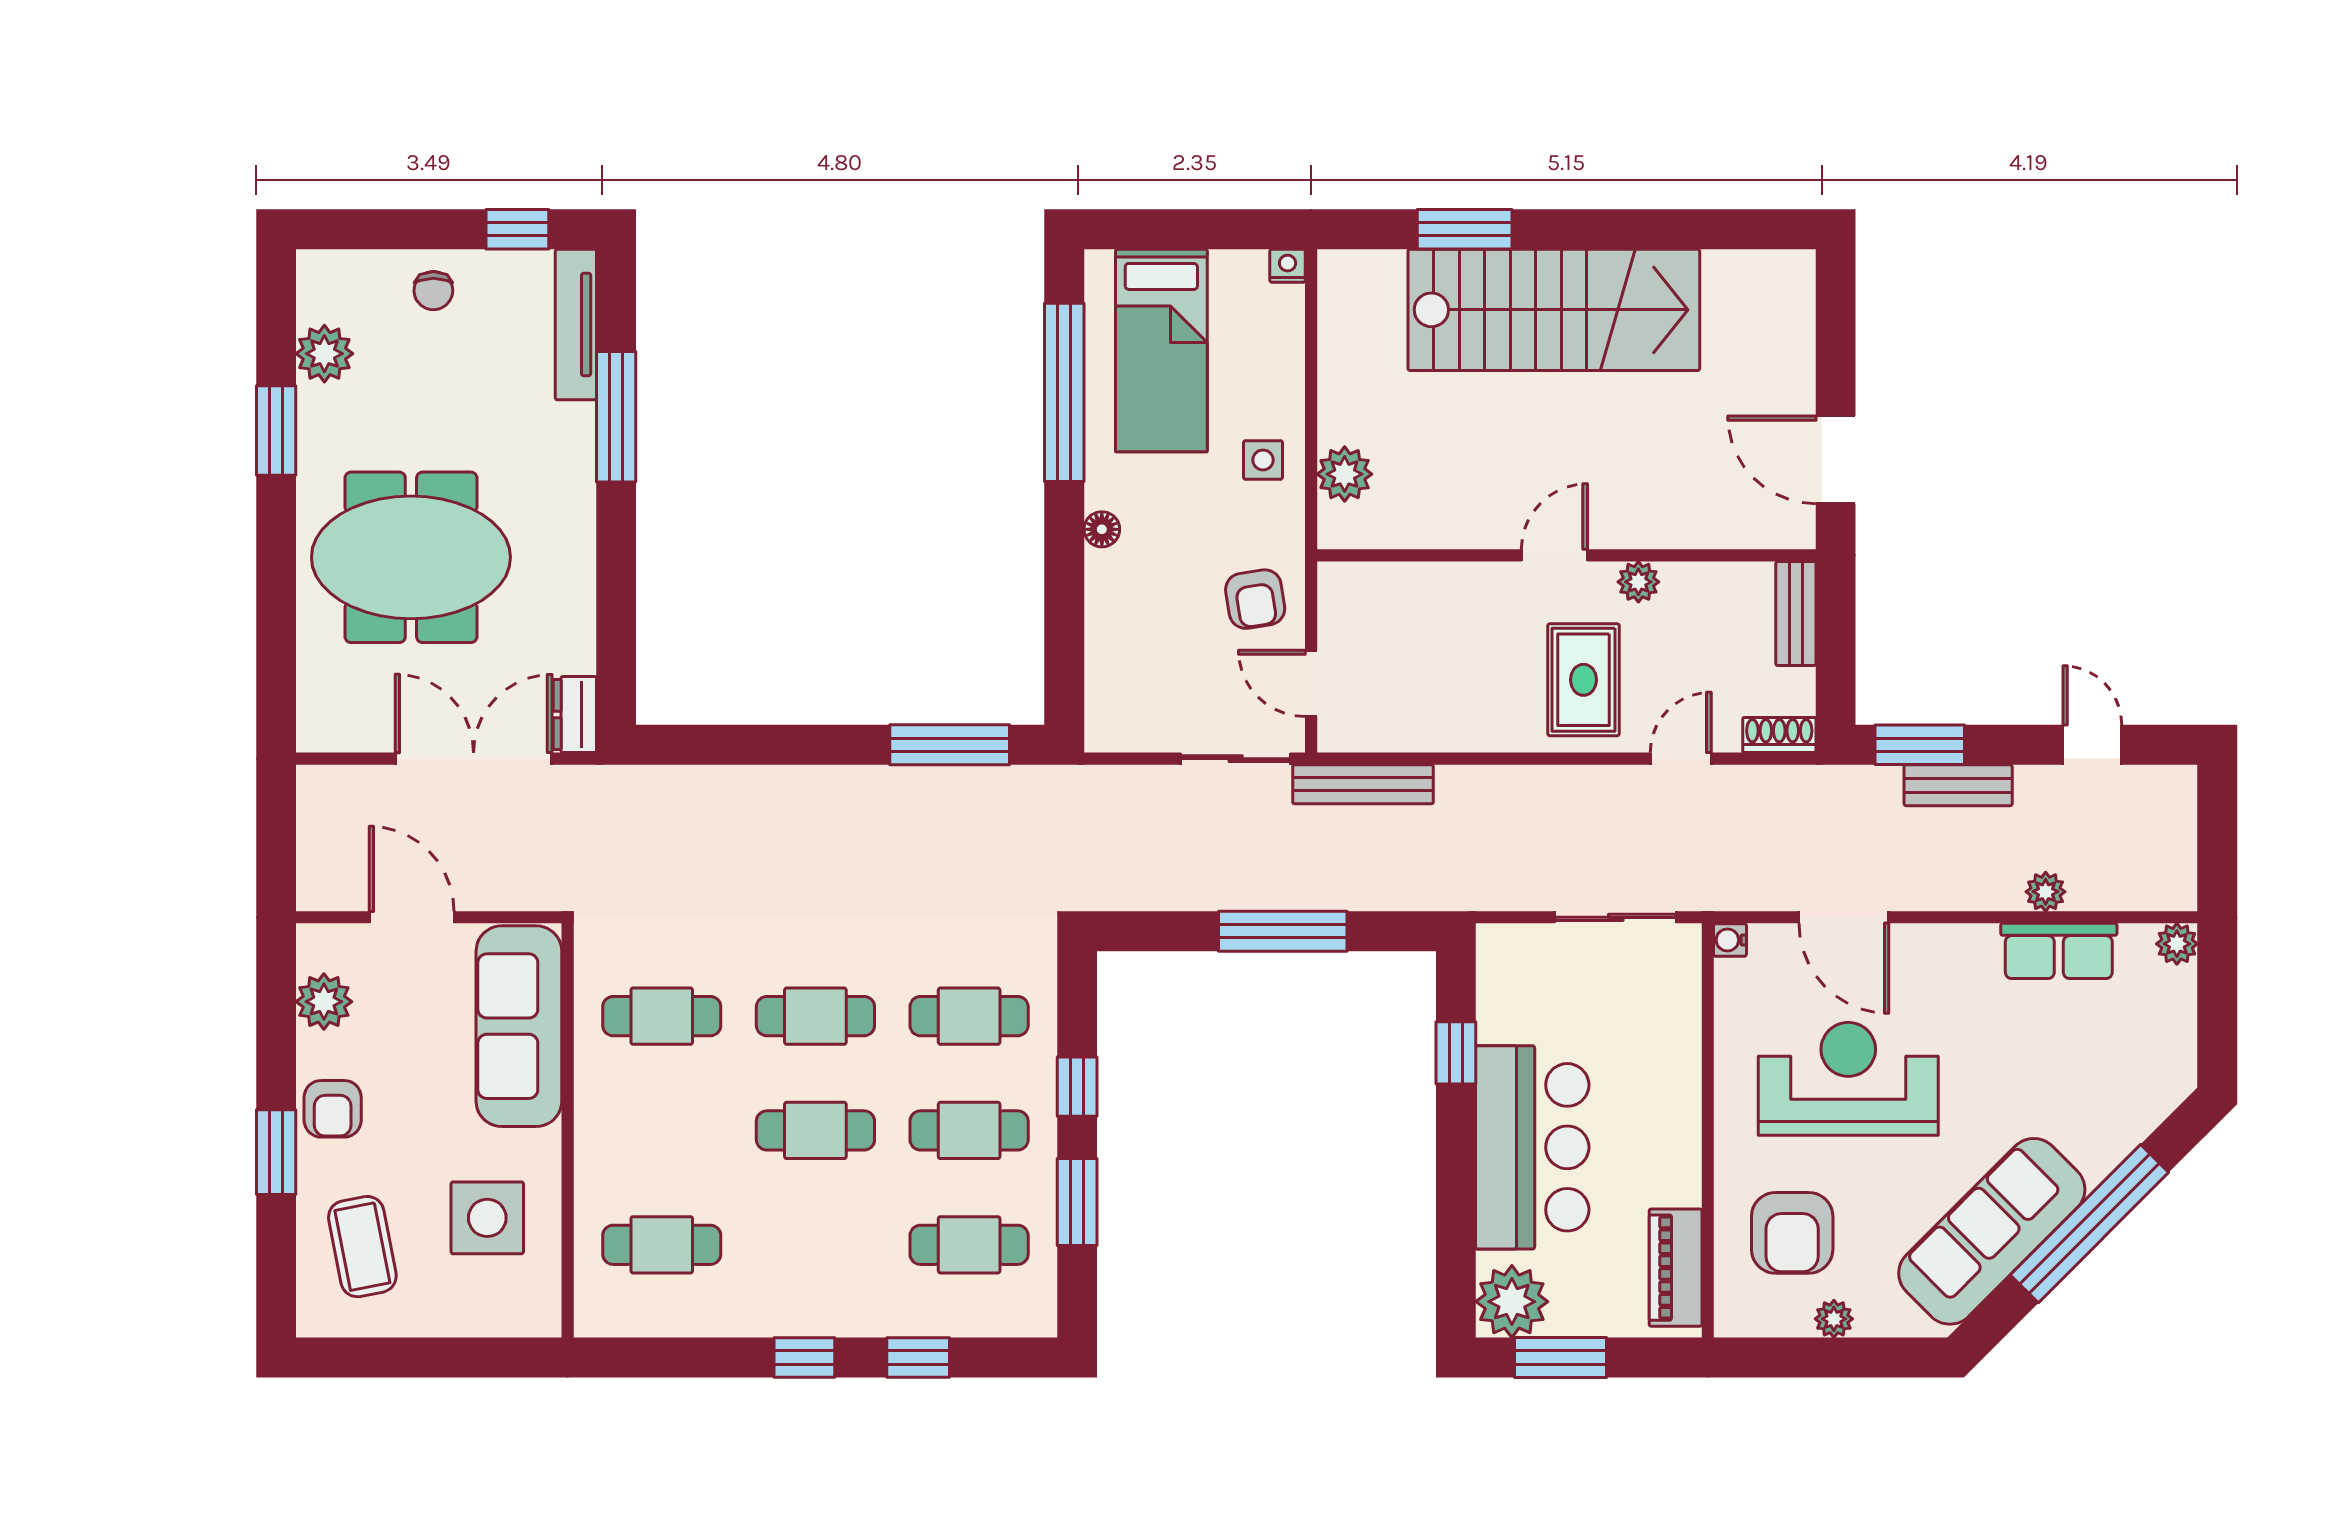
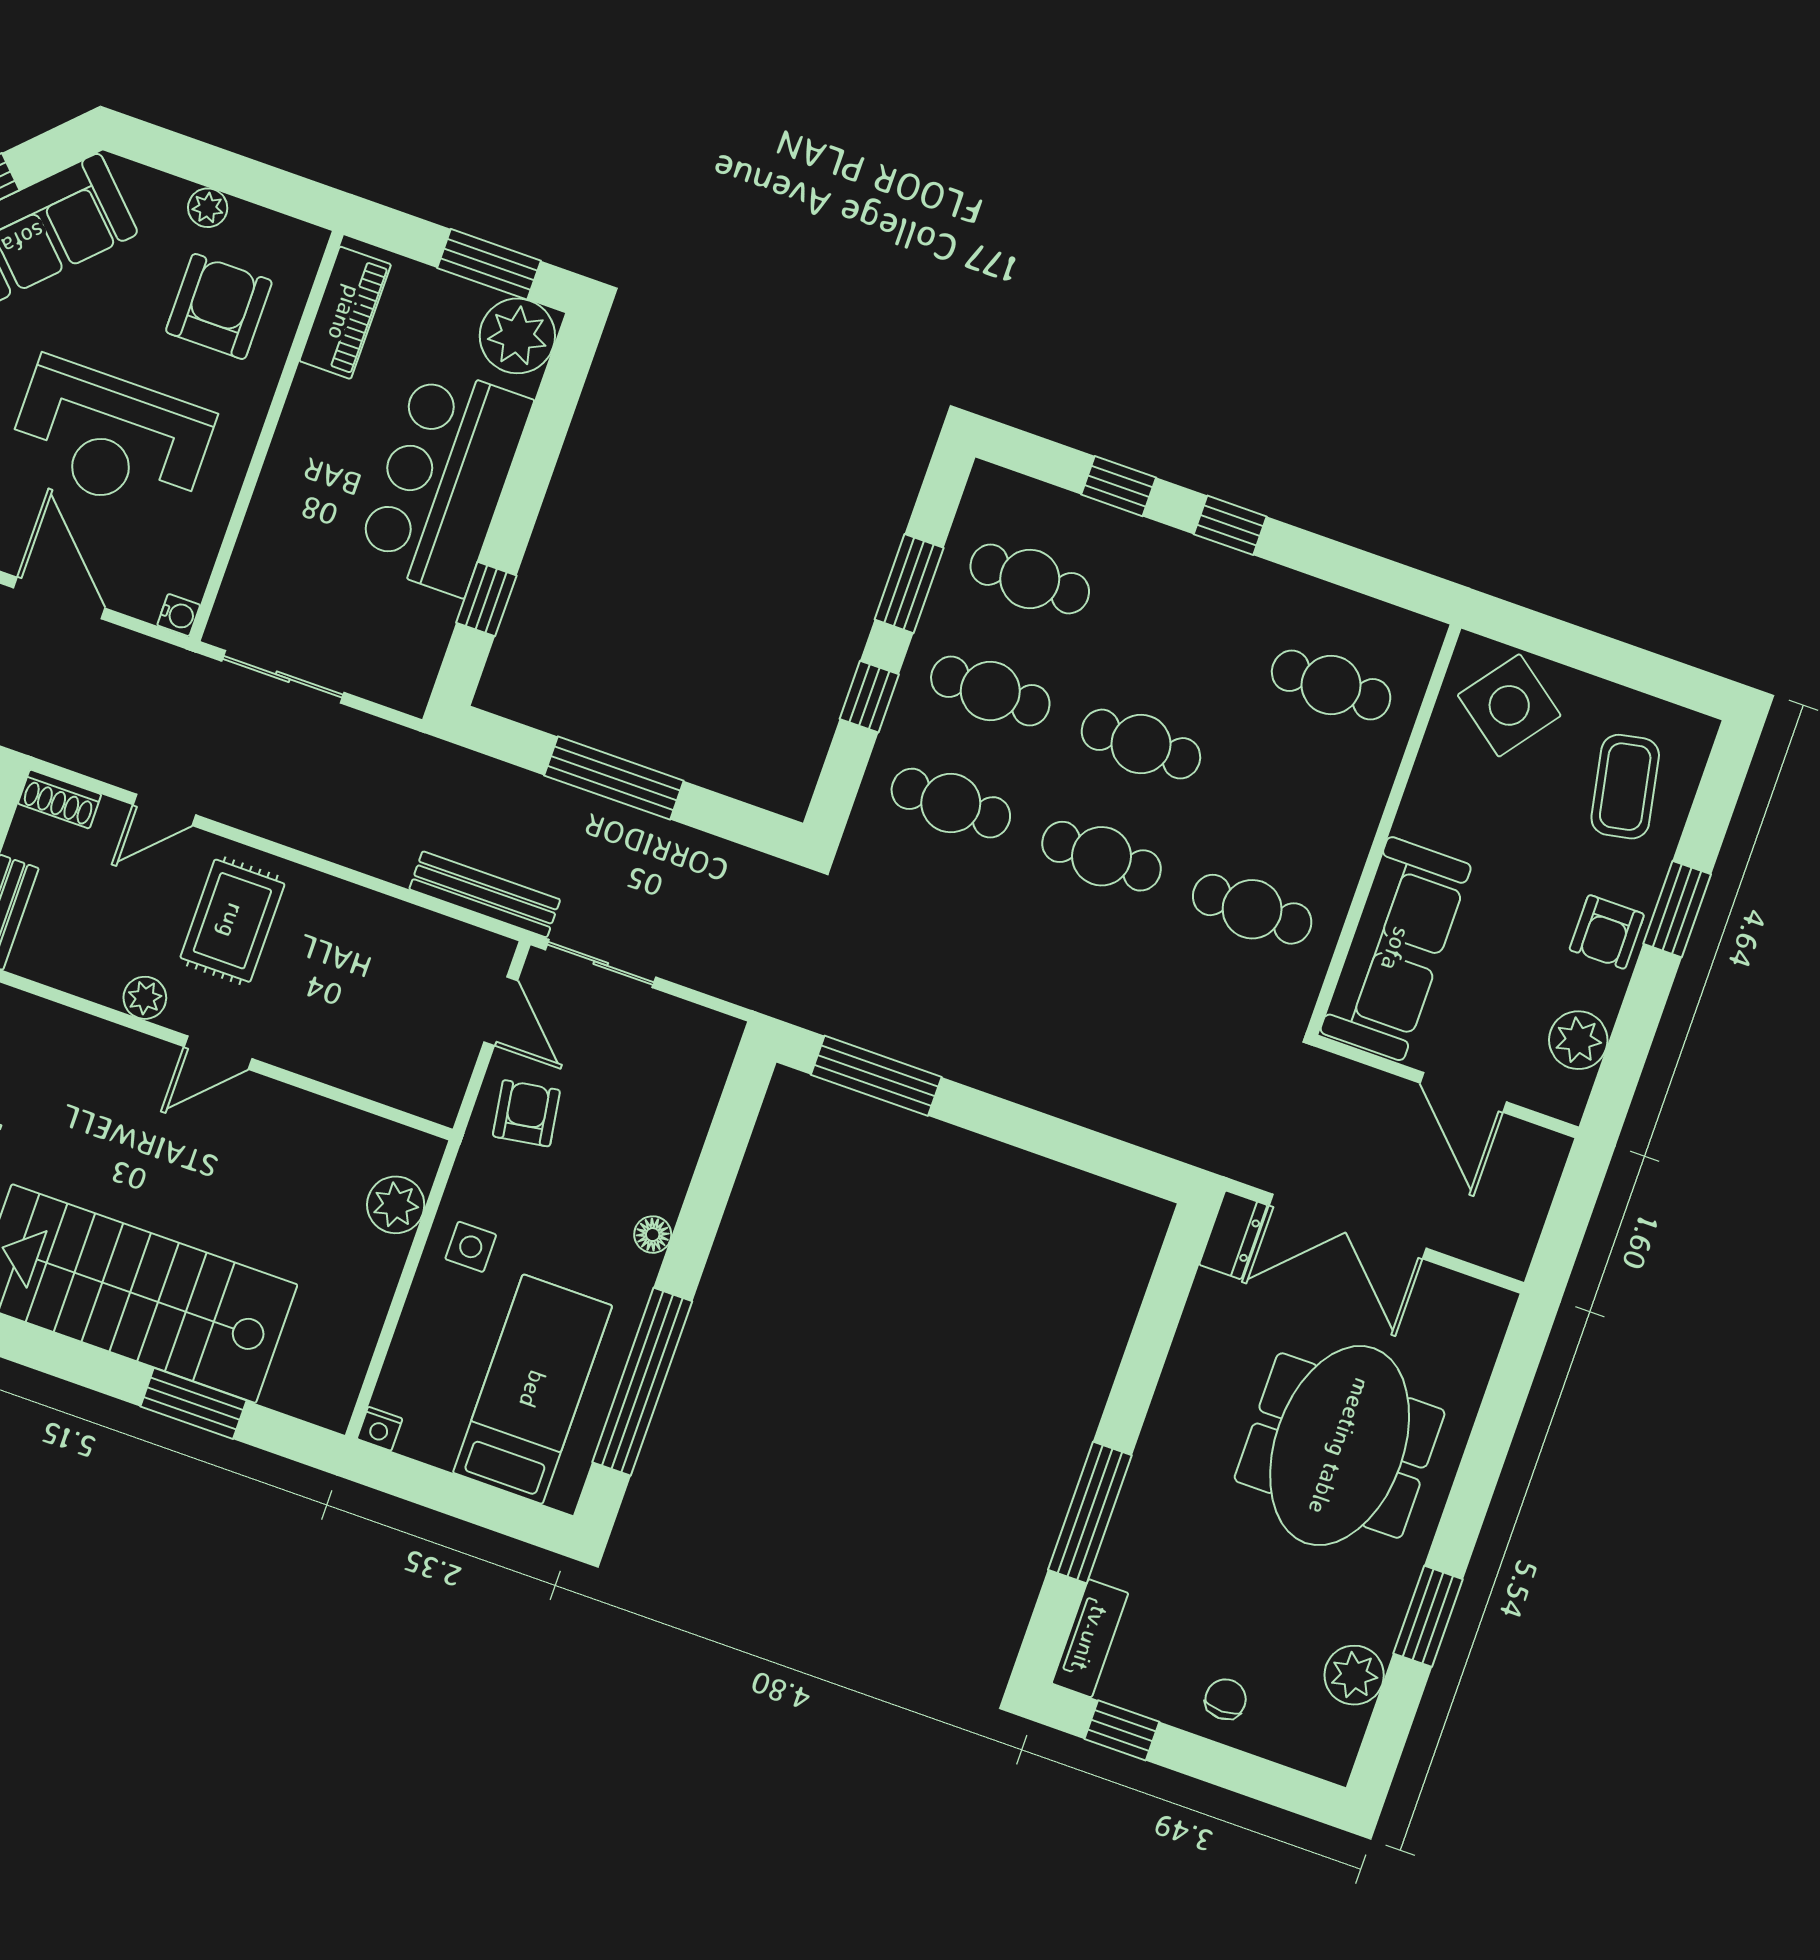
tv unit: (576, 324) -> (1090, 1638), width x0.71
meeting table: (411, 557) -> (1340, 1446), turned 90
armchair: (333, 1109) -> (1607, 932), turned 180
side table: (487, 1218) -> (1509, 705), moved, turned 37

